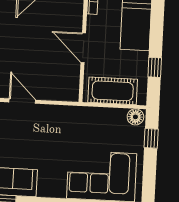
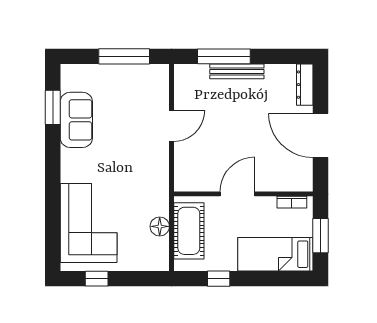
floor lamp: (135, 117) -> (160, 226), moved
window: (151, 138) -> (97, 279), moved

